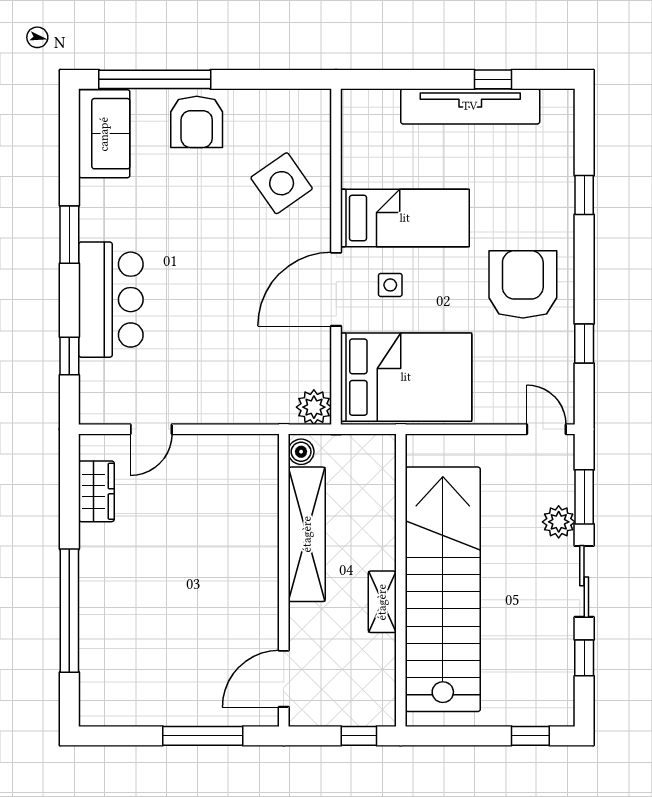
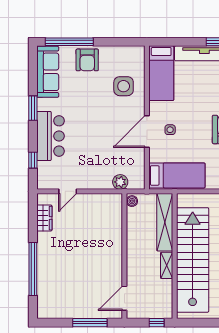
sofa: (104, 134) -> (48, 72), width x1.36
side table: (282, 183) -> (124, 86), turned 35
bed: (405, 218) -> (161, 73), moved, turned 90
bed: (406, 377) -> (177, 175), width x0.67
plant: (314, 407) -> (120, 182), moved
shelving: (307, 534) -> (165, 222), moved

